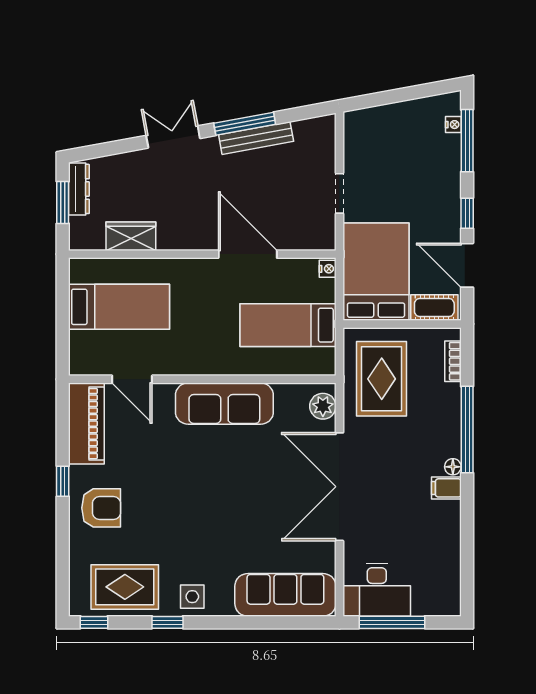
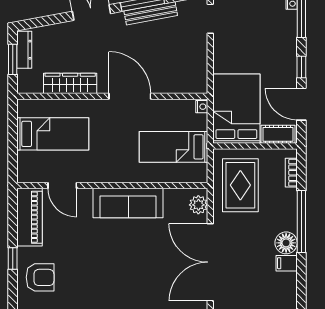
doorway: (339, 193) -> (210, 19), moved
wardrobe: (131, 236) -> (70, 83), width x1.50
door: (248, 254) -> (130, 96), moved
floor lamp: (453, 467) -> (286, 243), width x1.89, depth x1.89

